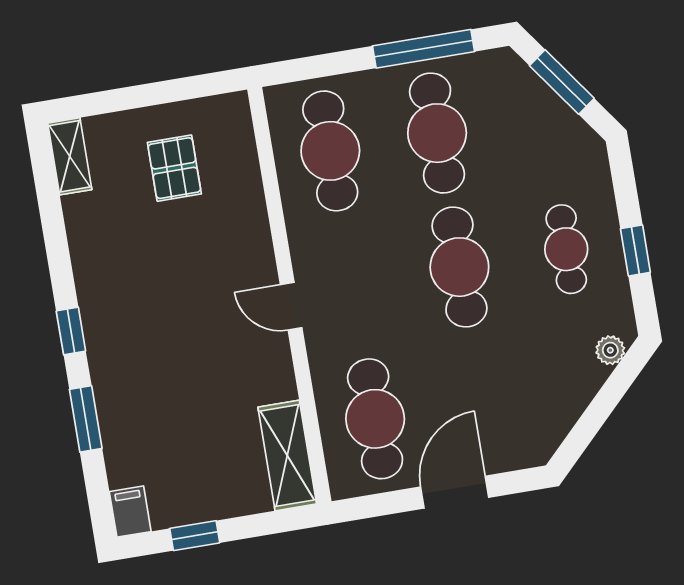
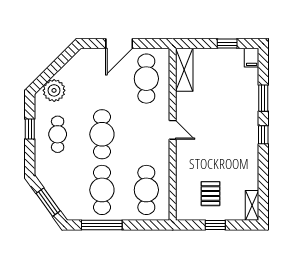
window: (151, 94) -> (215, 225), added
plant: (610, 350) -> (54, 90), width x1.88, depth x1.88

